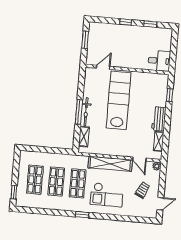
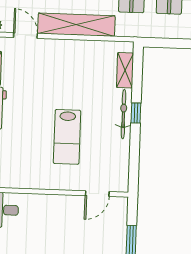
lab bench: (119, 100) -> (67, 137), width x0.54, depth x0.72
window: (79, 112) -> (136, 113), width x0.46

